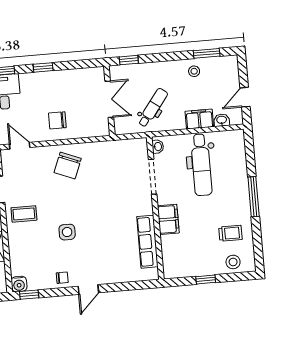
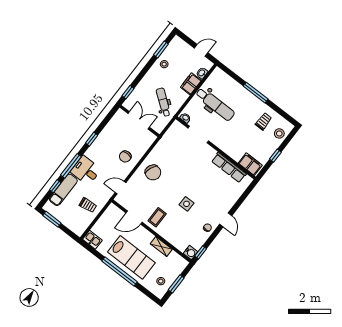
door: (245, 97) -> (201, 50), swing flipped
filing cabinet: (168, 219) -> (250, 164), moved

